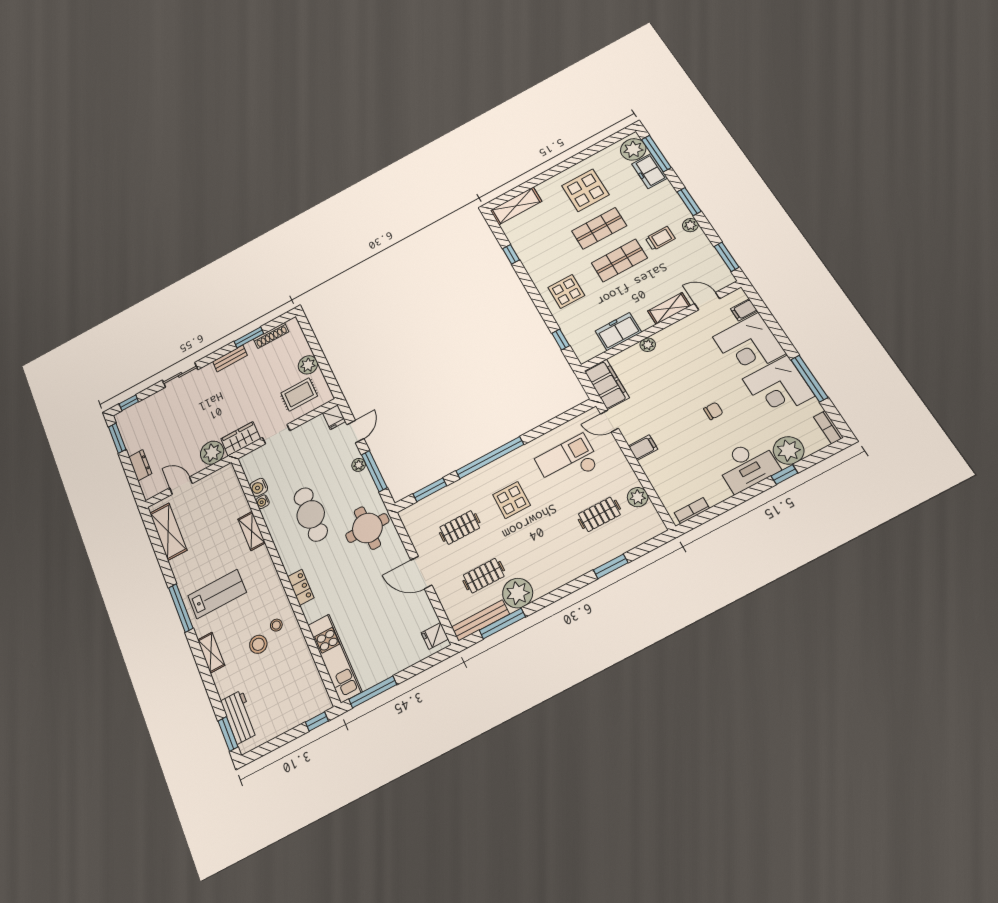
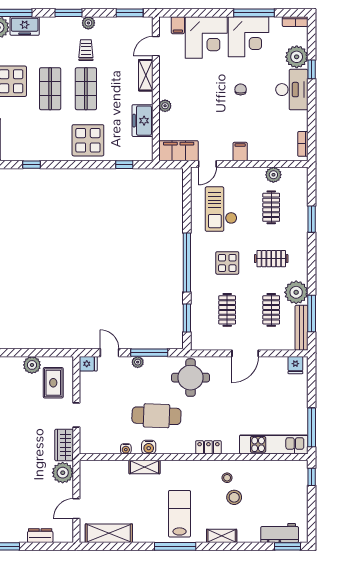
display table: (566, 292) -> (88, 140), width x1.36, depth x1.36
water cooler: (259, 487) -> (149, 447), moved
clothes rail: (541, 545) -> (271, 259), added

